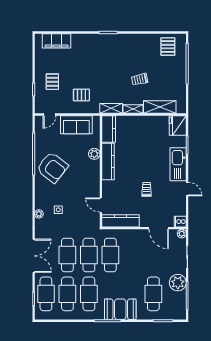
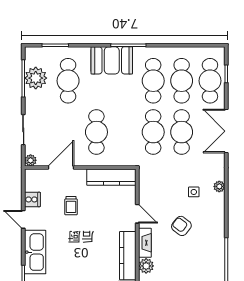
armchair: (52, 167) -> (181, 226), moved, width x0.53, depth x0.53
fireplace: (95, 171) -> (145, 243), added
trolley: (147, 189) -> (71, 206), moved
door: (101, 205) -> (137, 214), moved
cooker: (180, 222) -> (32, 199), moved
door: (159, 228) -> (61, 168), hinge flipped
cafe table: (110, 255) -> (96, 132), moved
plant: (178, 283) -> (36, 78), moved

